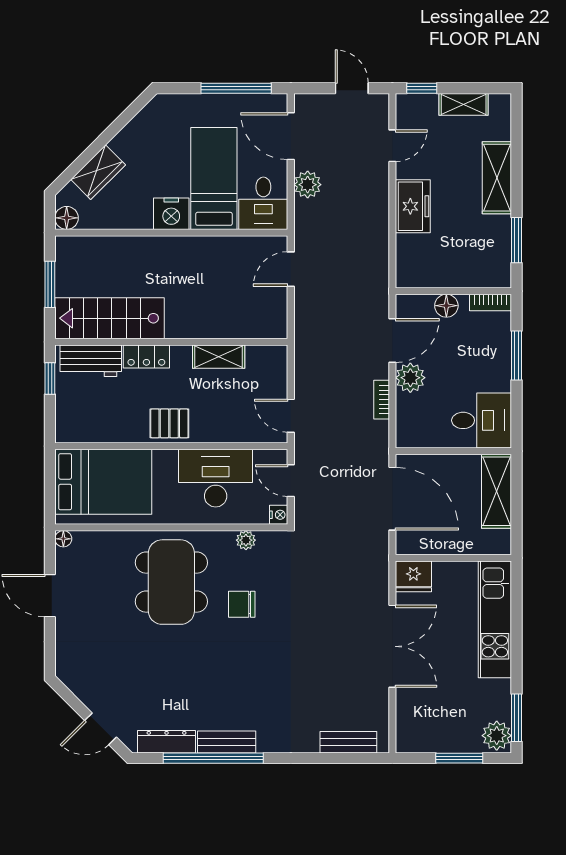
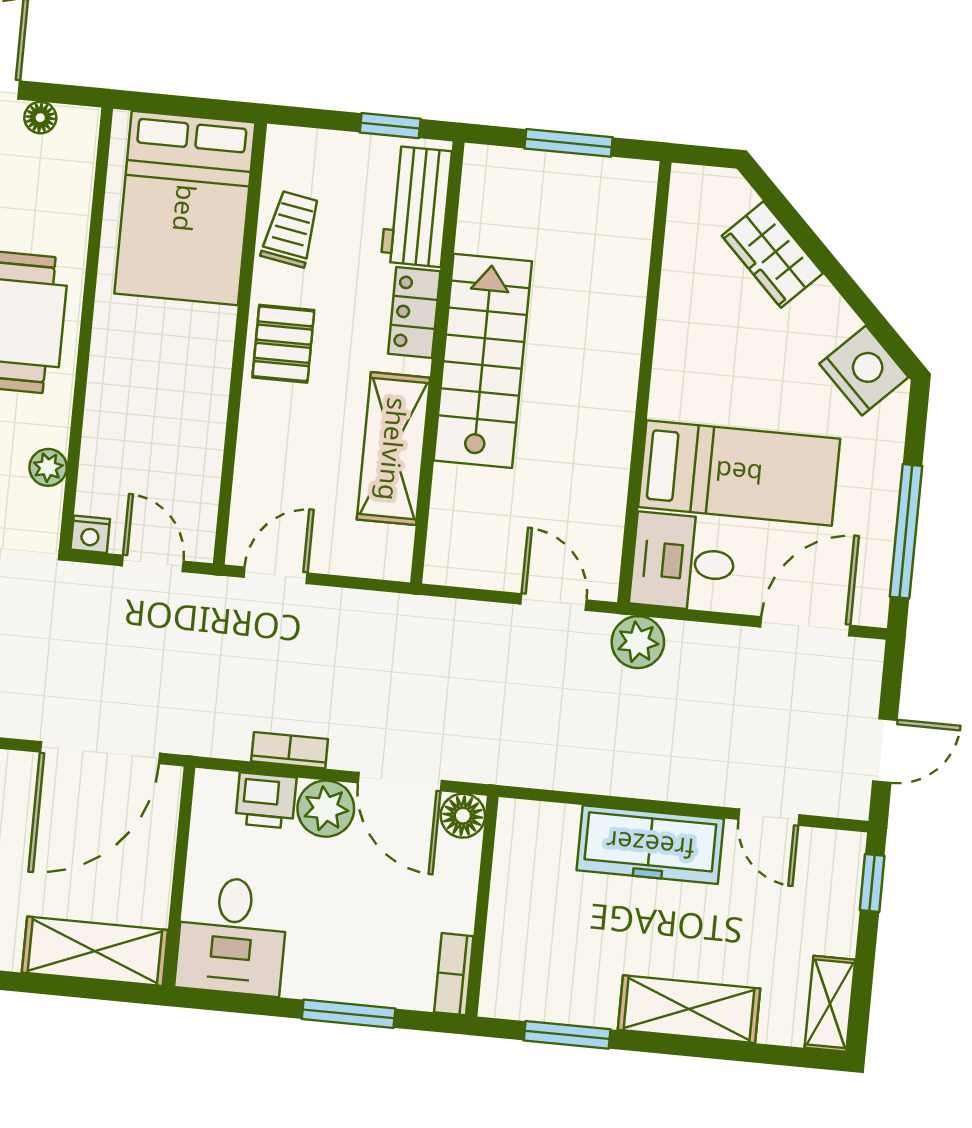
shelving: (464, 104) -> (830, 1004), moved
plant: (308, 185) -> (638, 642), moved
freezer: (413, 206) -> (650, 845), width x1.40
nightstand: (171, 214) -> (864, 371), moved, turned 135
floor lamp: (67, 218) -> (691, 187), removed
floor lamp: (446, 306) -> (463, 816), moved
stairs: (110, 318) -> (483, 361), moved
shelving: (219, 357) -> (393, 449), width x1.50, depth x1.33
printer: (409, 410) -> (266, 800), added
trolley: (109, 425) -> (291, 229), added
desk: (216, 478) -> (171, 421), removed
door: (291, 481) -> (153, 563), hinge flipped
floor lamp: (63, 539) -> (40, 118), moved

